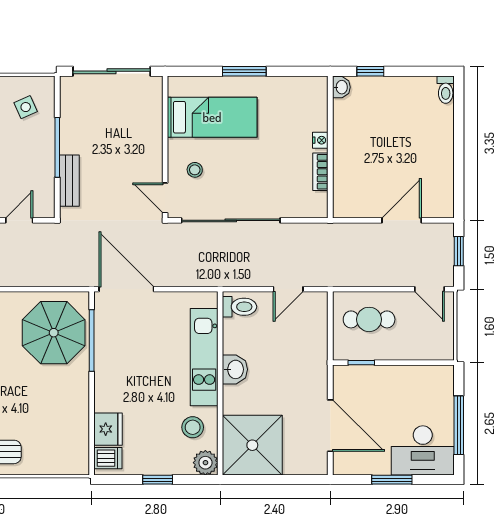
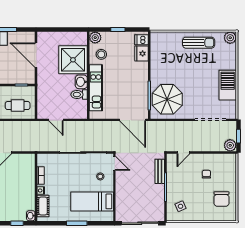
cot: (316, 108) -> (43, 206), added
door: (288, 289) -> (56, 120), swing flipped
toilet: (239, 307) -> (79, 95), moved
shower: (252, 445) -> (73, 60), moved

